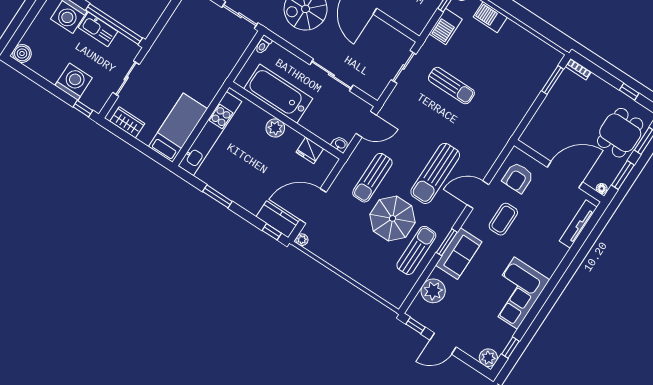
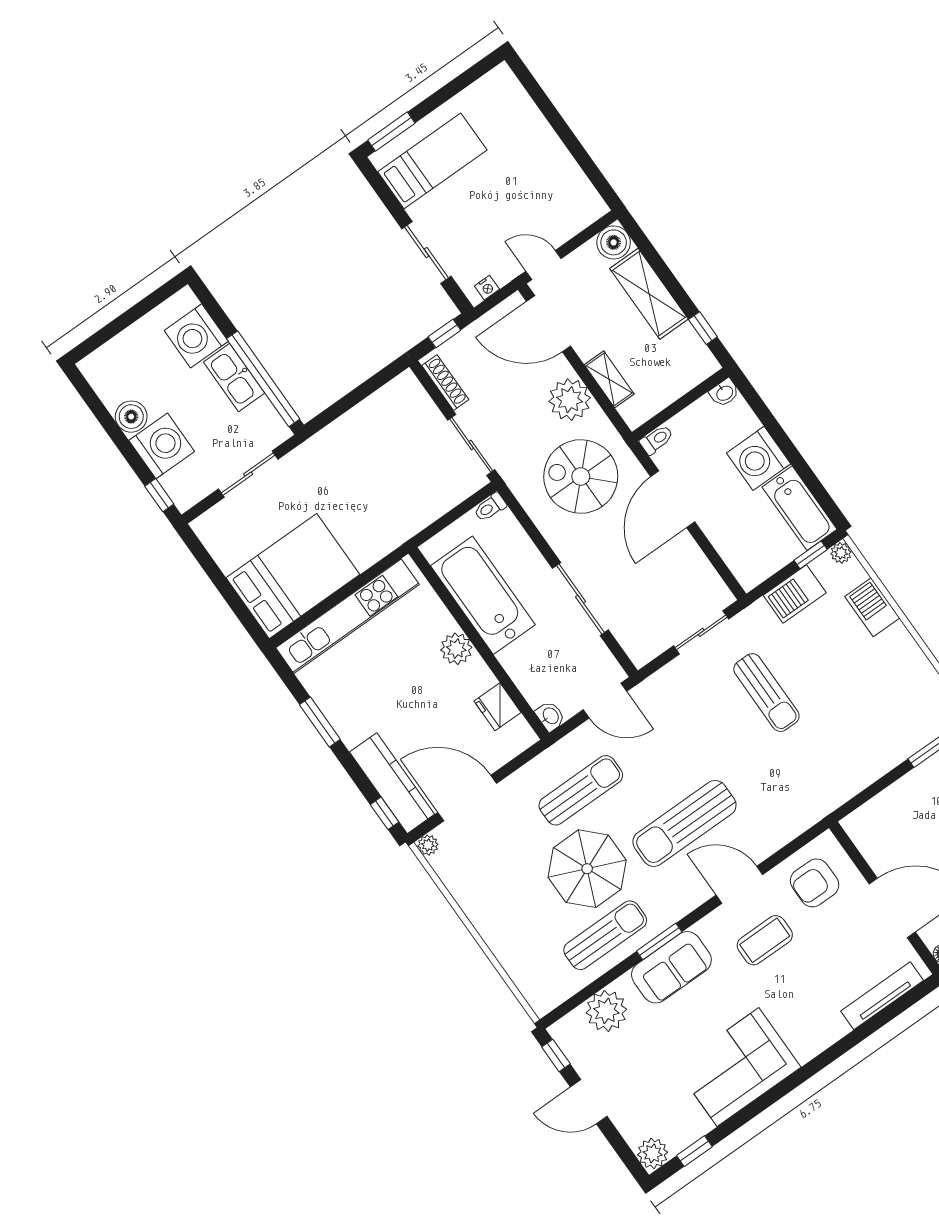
boiler: (22, 53) -> (131, 417), moved
wardrobe: (127, 122) -> (222, 545), removed
bed: (178, 128) -> (293, 576), width x1.50
sun lounger: (372, 178) -> (581, 790), turned 180
kitchen counter: (277, 219) -> (392, 783), width x1.50

